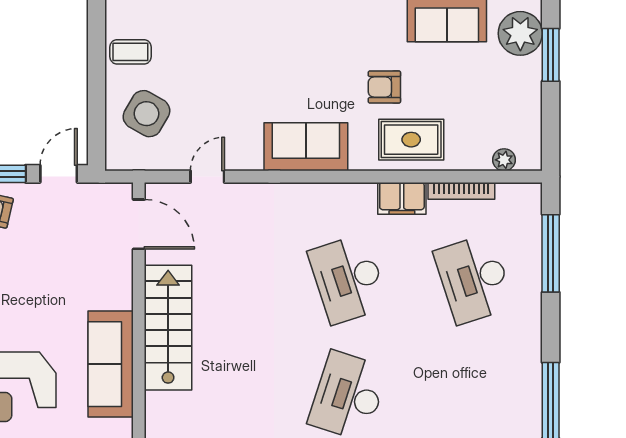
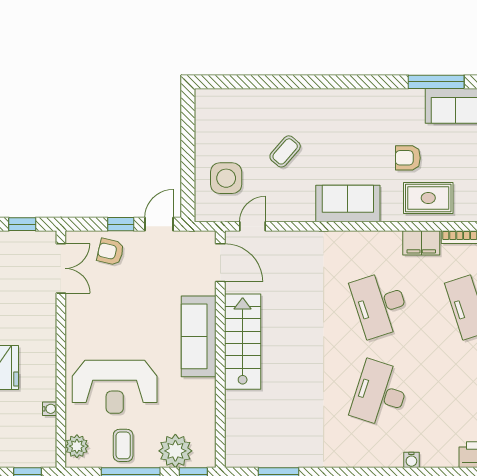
coffee table: (130, 52) -> (285, 151), moved, turned -49
side table: (146, 114) -> (226, 178), turned -30
door: (207, 177) -> (253, 226), moved
sofa: (111, 364) -> (199, 336), moved

